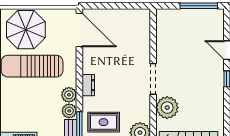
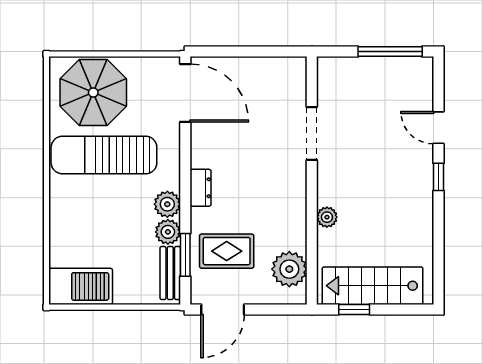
doorway: (153, 79) -> (312, 134), moved
plant: (167, 108) -> (327, 217), width x0.53, depth x0.53

